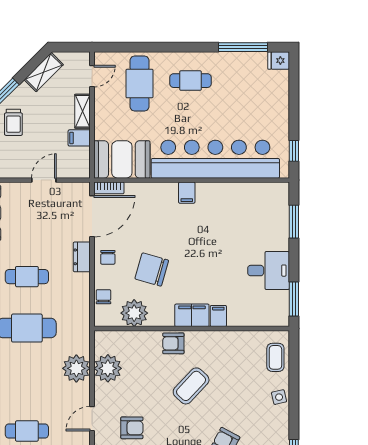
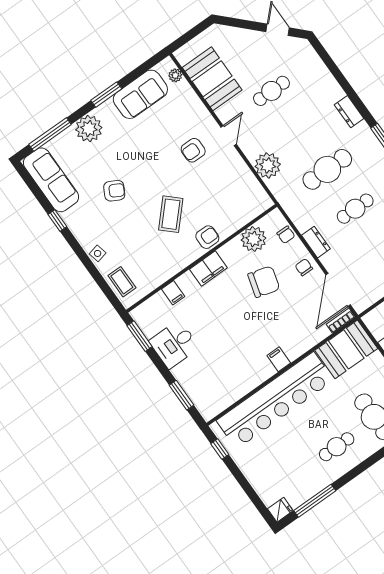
dresser: (82, 257) -> (316, 242), moved
filing cabinet: (218, 316) -> (173, 293), moved
plant: (108, 368) -> (244, 183), removed

